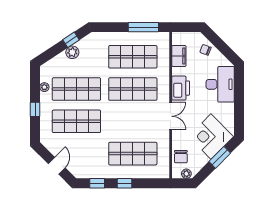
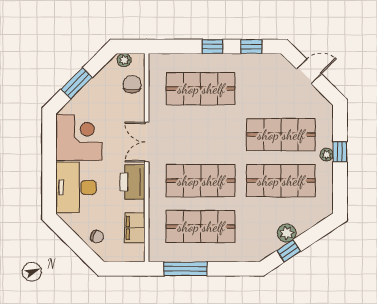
plant: (44, 87) -> (327, 155), moved
corner desk: (211, 137) -> (79, 138), moved, turned -45
door: (57, 166) -> (309, 71), swing flipped

